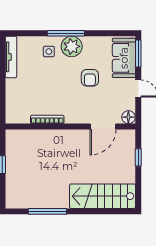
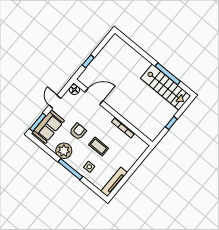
plant: (72, 46) -> (64, 151), moved
coffee table: (56, 80) -> (99, 146), added
stairs: (103, 196) -> (166, 87), moved

